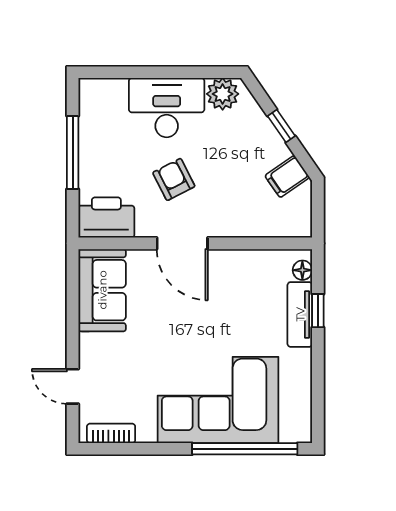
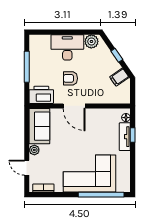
armchair: (174, 179) -> (70, 78), turned -63
plant: (90, 345) -> (34, 150), added

